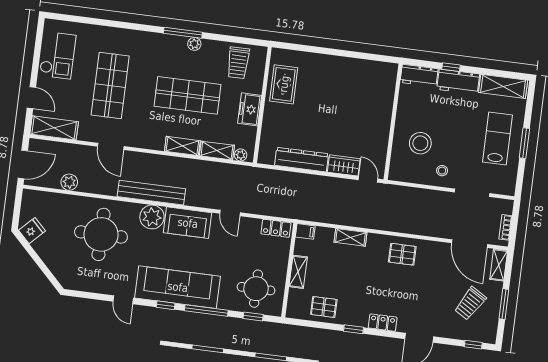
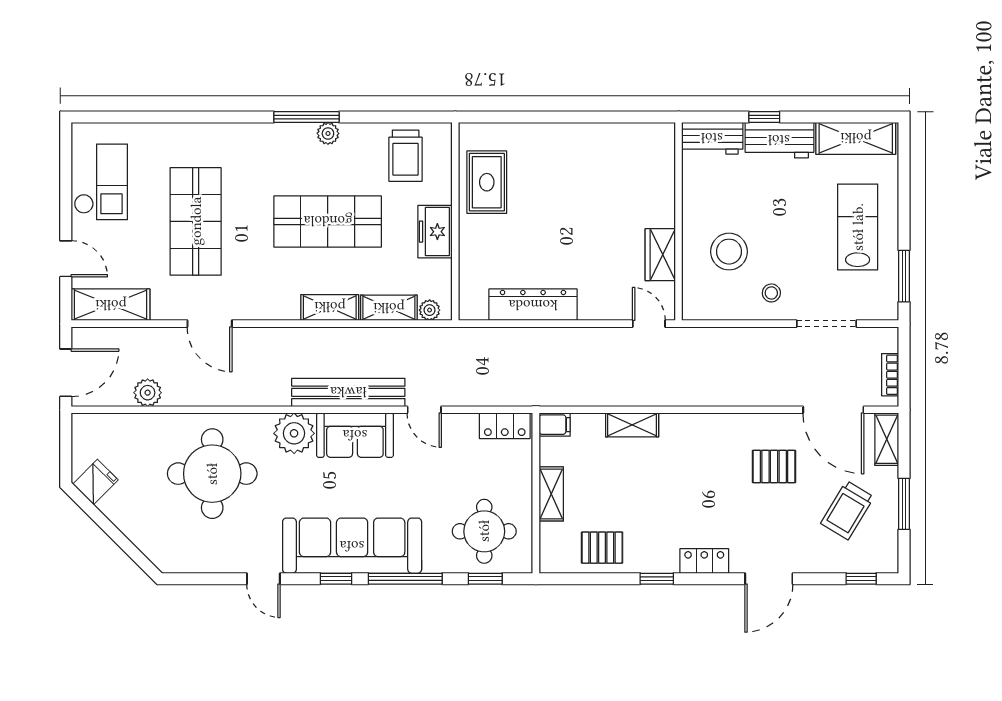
window: (524, 143) -> (904, 276), moved
wardrobe: (344, 165) -> (660, 255), moved, turned -90
bench: (151, 193) -> (348, 392), moved
pallet: (402, 254) -> (774, 466), moved

